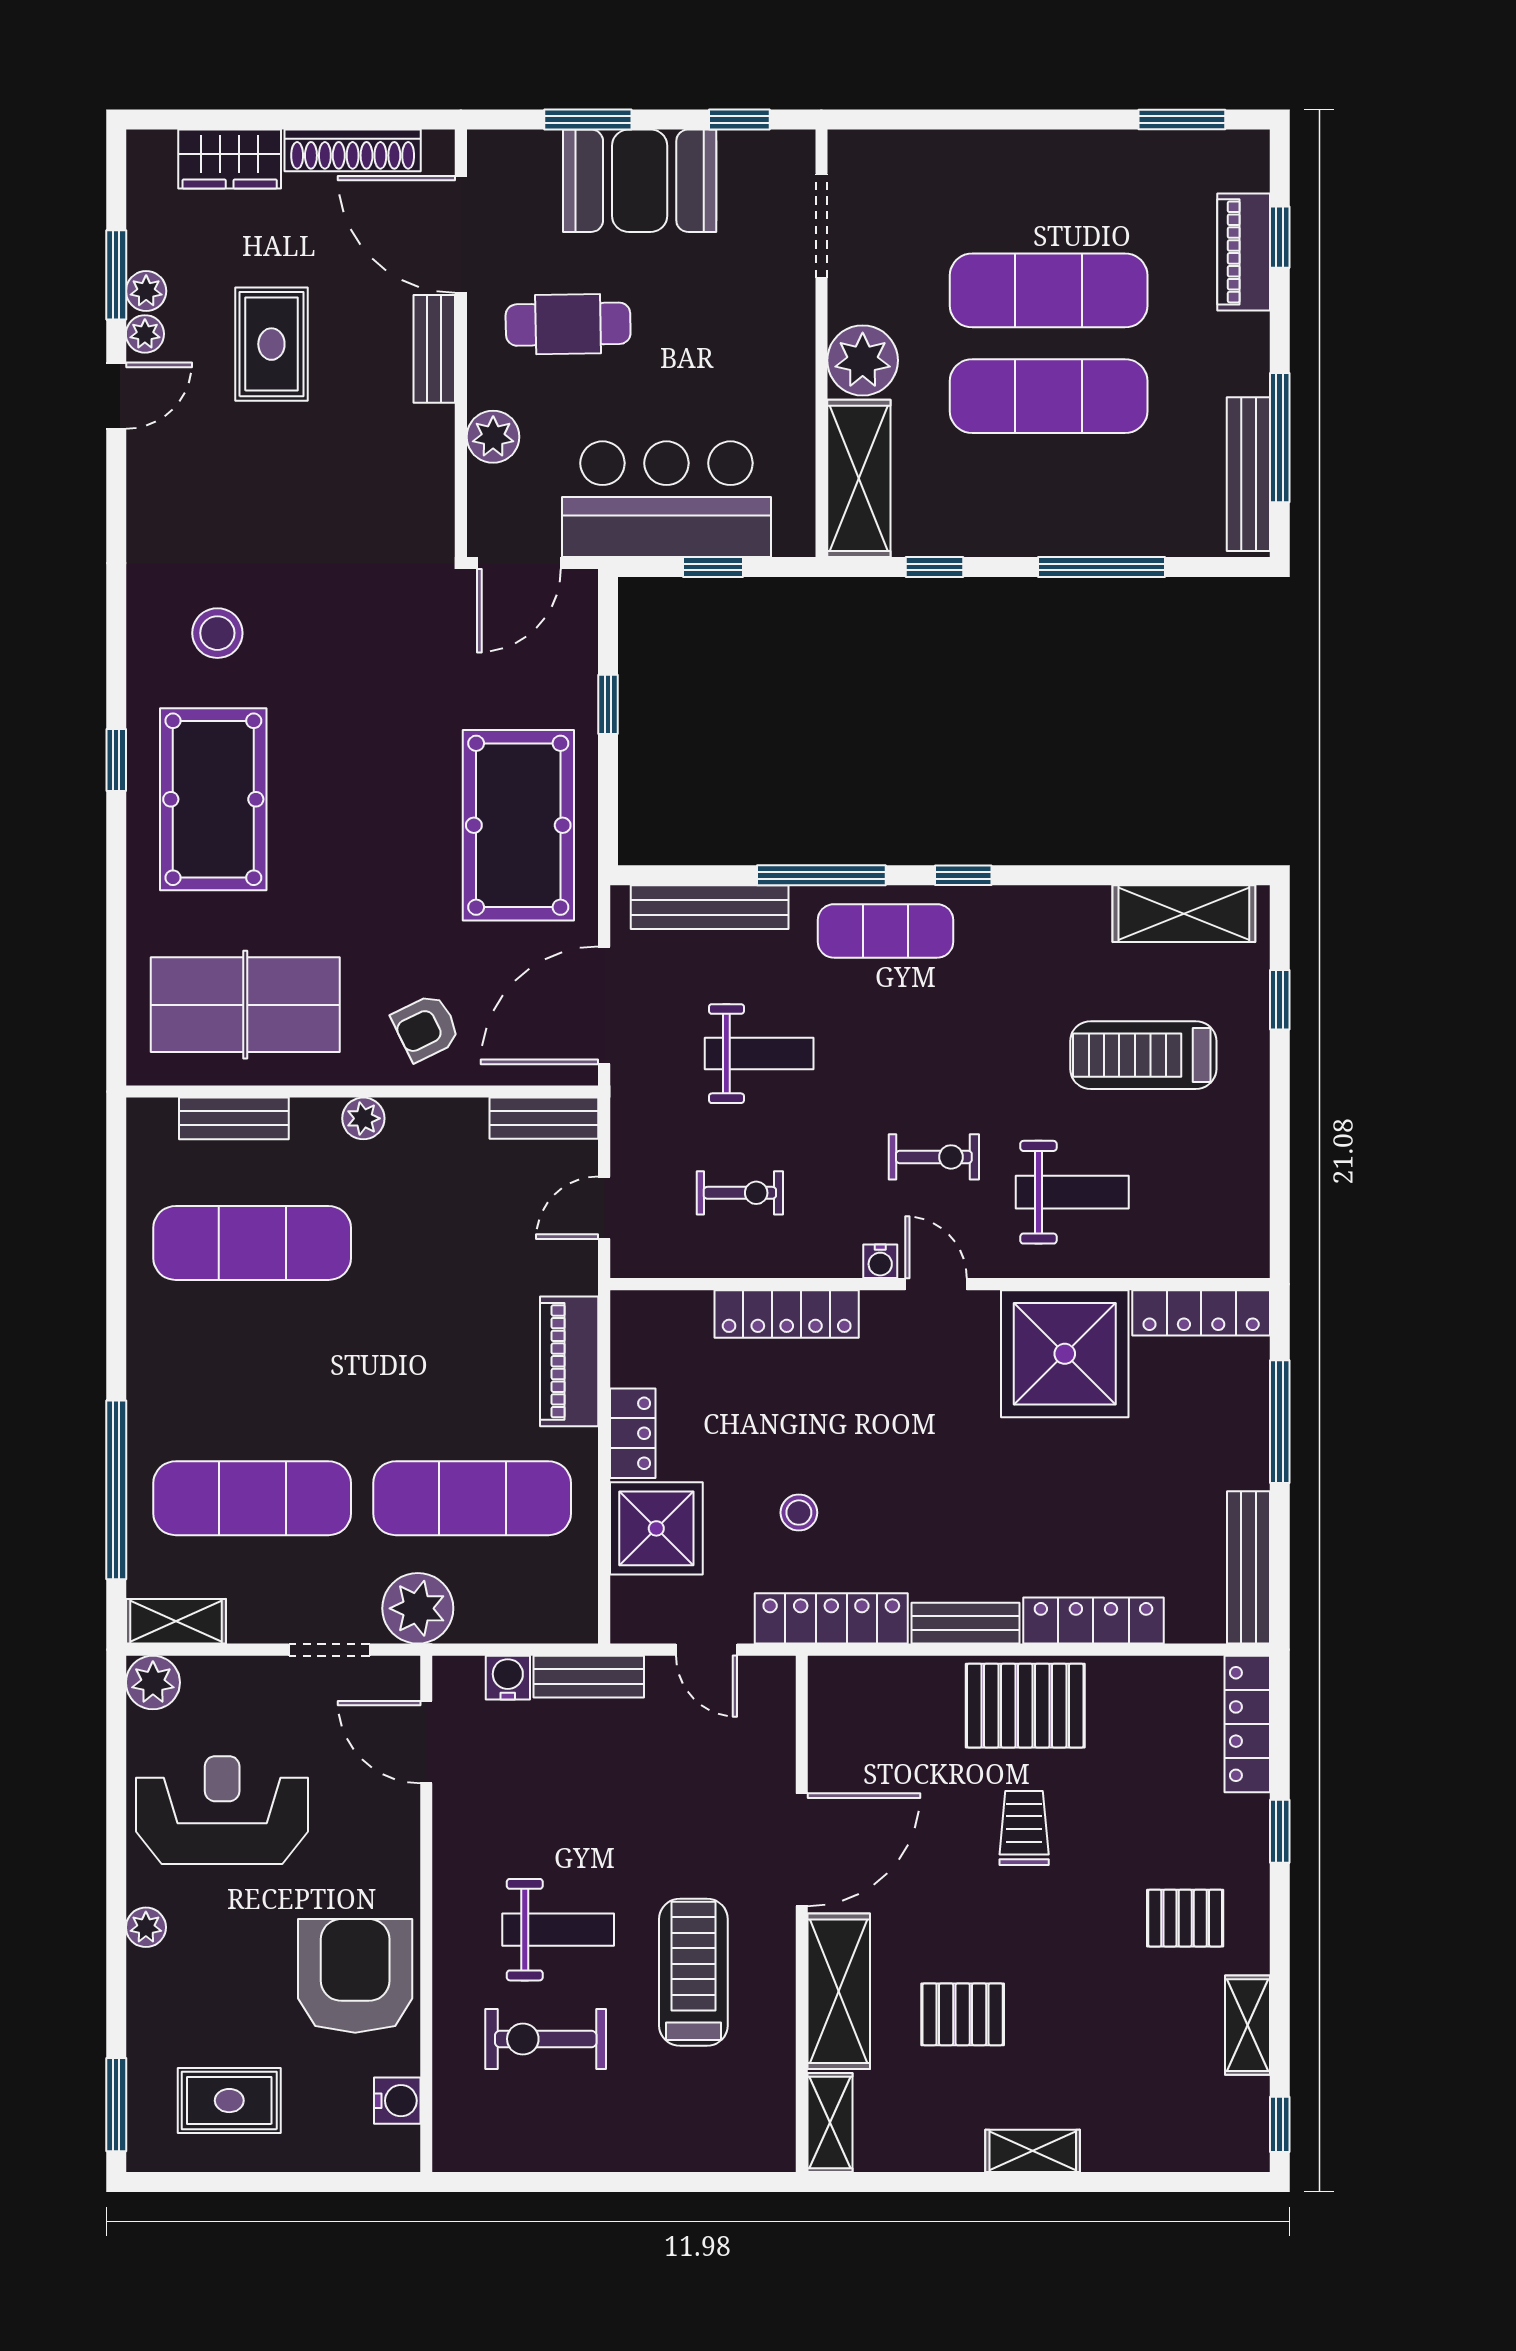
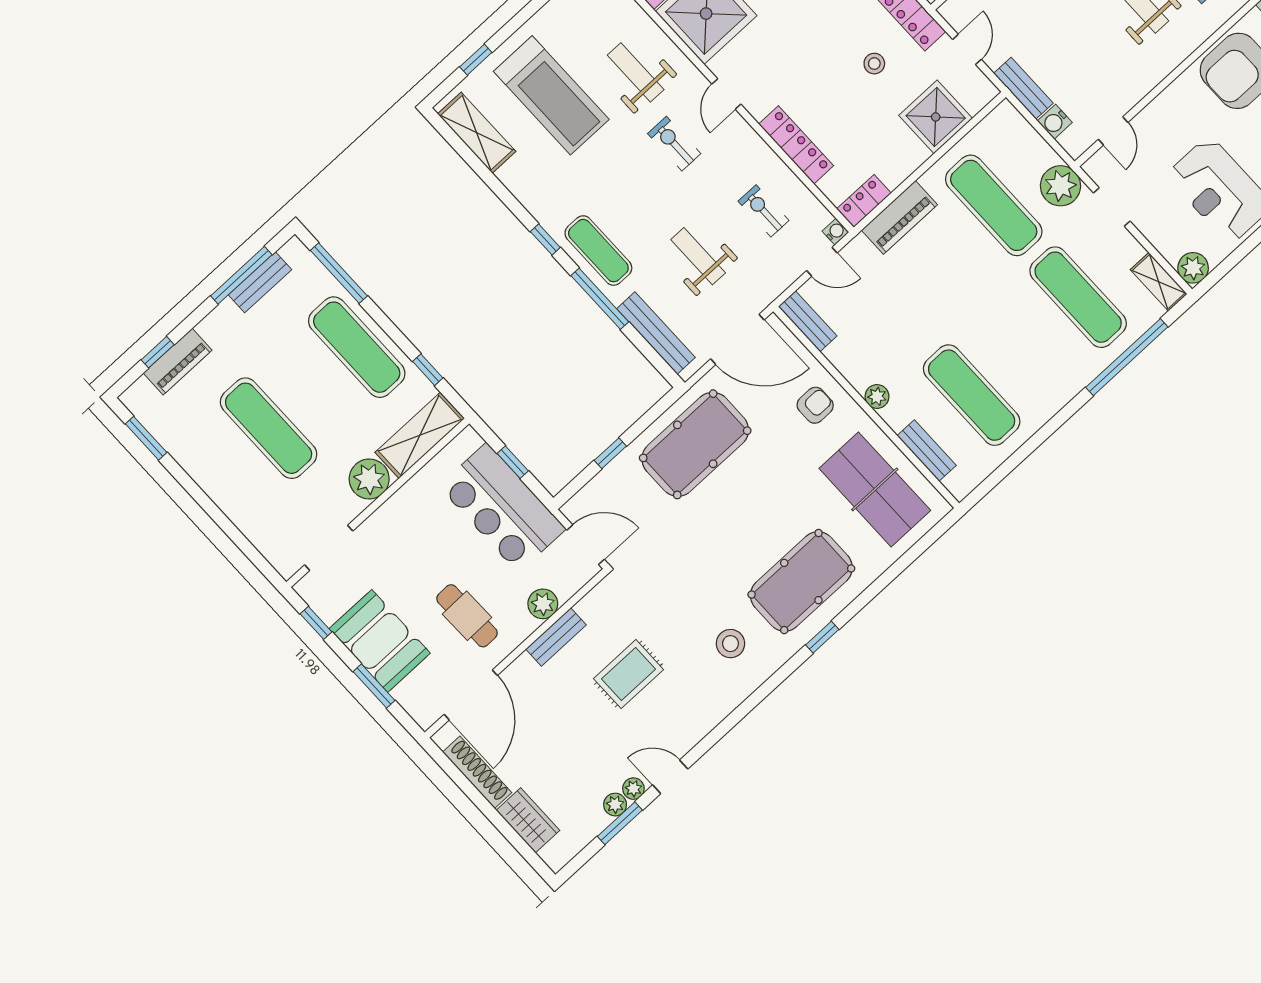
rug: (271, 344) -> (629, 674), moved
bench: (434, 349) -> (556, 637), moved
exercise mat: (1049, 396) -> (357, 347), moved
bench: (1248, 474) -> (260, 282), width x0.73
window: (1102, 567) -> (339, 273), moved
armchair: (426, 1028) -> (815, 405), turned -64
treadmill: (1143, 1055) -> (551, 95), width x1.37, depth x1.38
water cooler: (880, 1261) -> (835, 232), moved
locker: (633, 1433) -> (864, 201), moved
door: (426, 1742) -> (1113, 131), width x0.73

